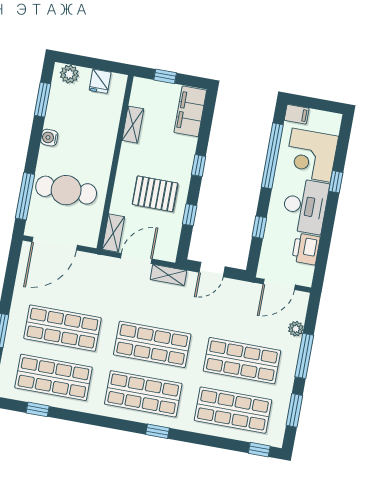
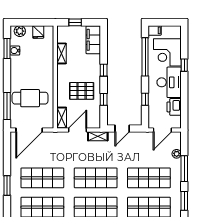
water cooler: (49, 138) -> (15, 51), moved

